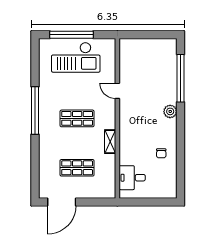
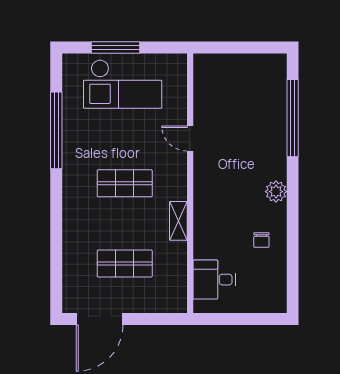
window: (71, 35) -> (116, 48), width x0.68
window: (35, 111) -> (56, 130), moved
plant: (170, 111) -> (276, 192), moved

